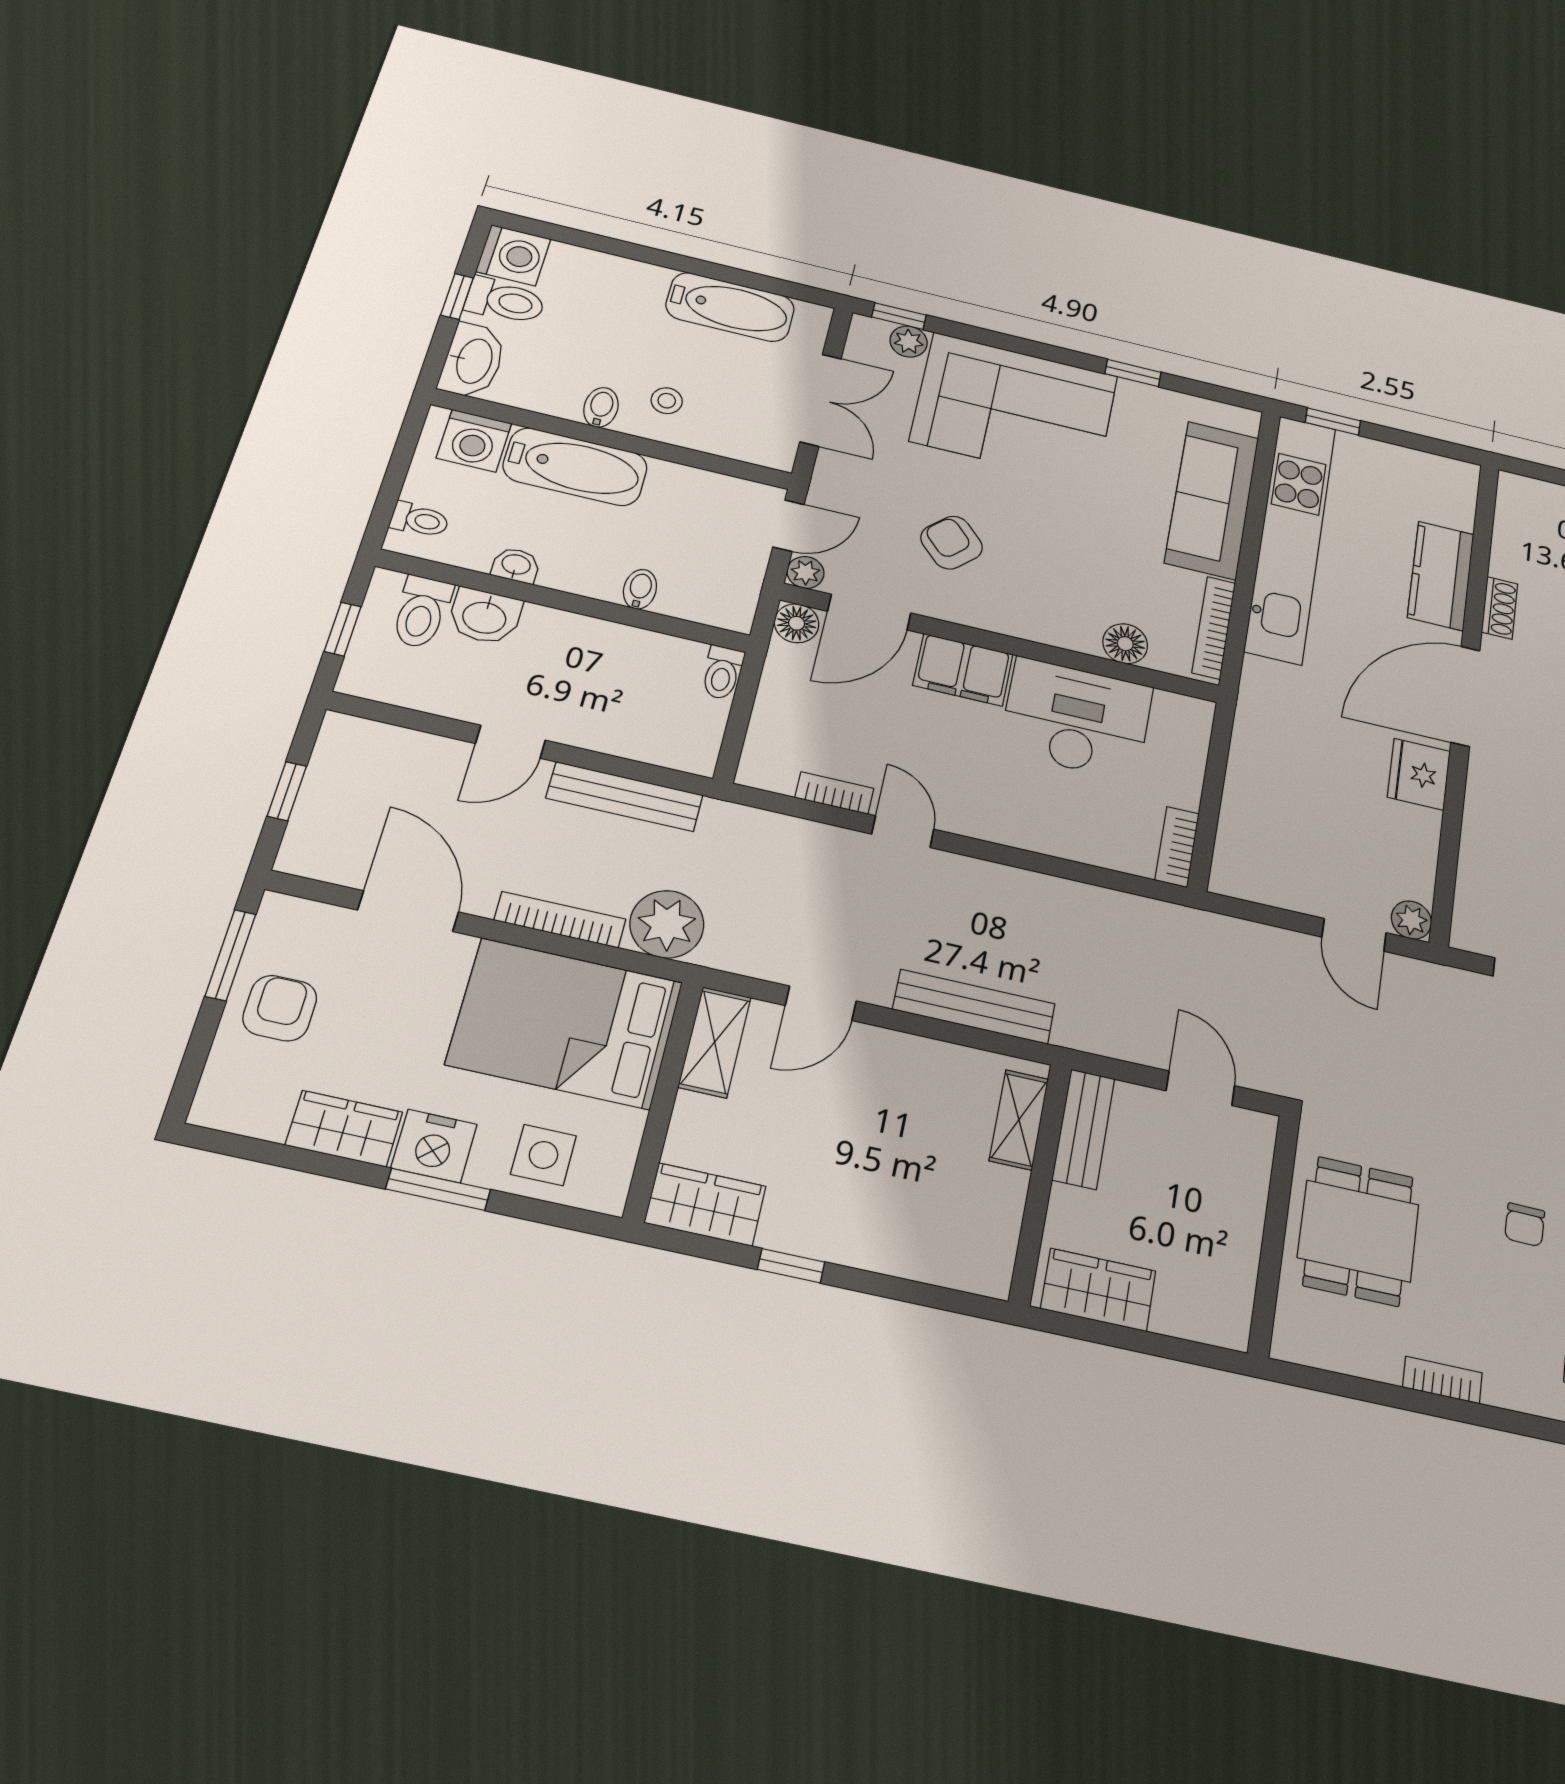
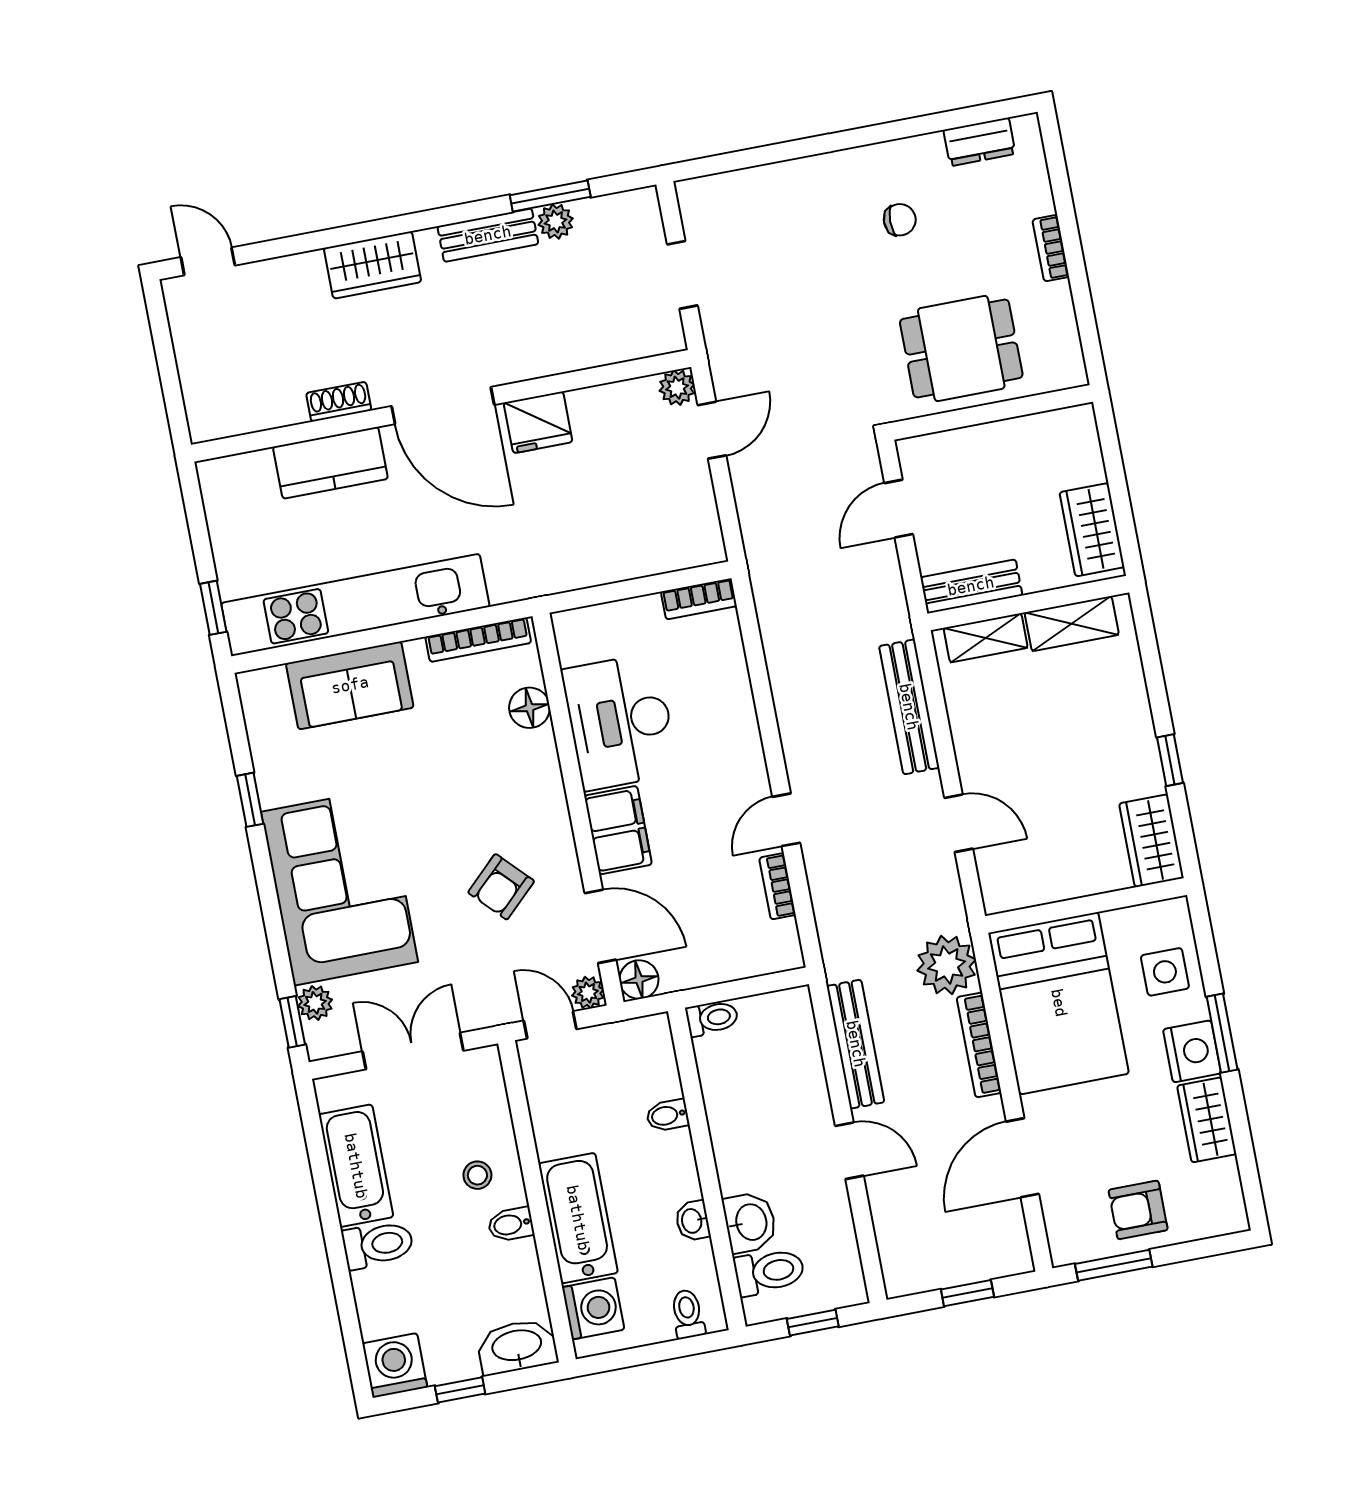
toilet: (505, 301) -> (378, 1245), moved, turned 90
sofa: (1212, 500) -> (350, 685), width x0.73
shelving: (715, 1042) -> (1072, 624), moved

